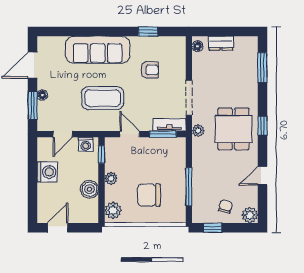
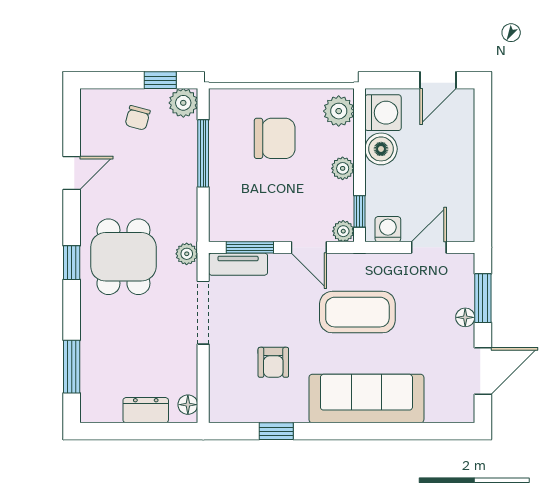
armchair: (150, 70) -> (273, 362), turned -90
plant: (111, 143) -> (343, 231), added
washing machine: (47, 172) -> (383, 113), moved, turned 180
plant: (250, 215) -> (183, 103), moved

